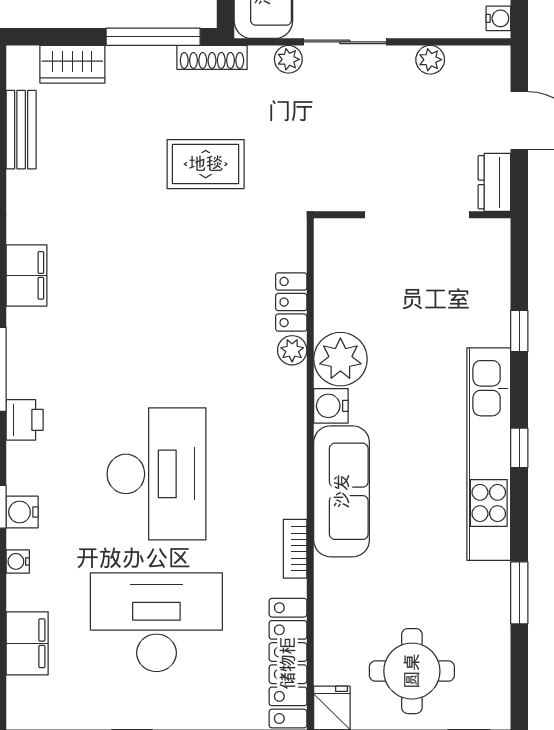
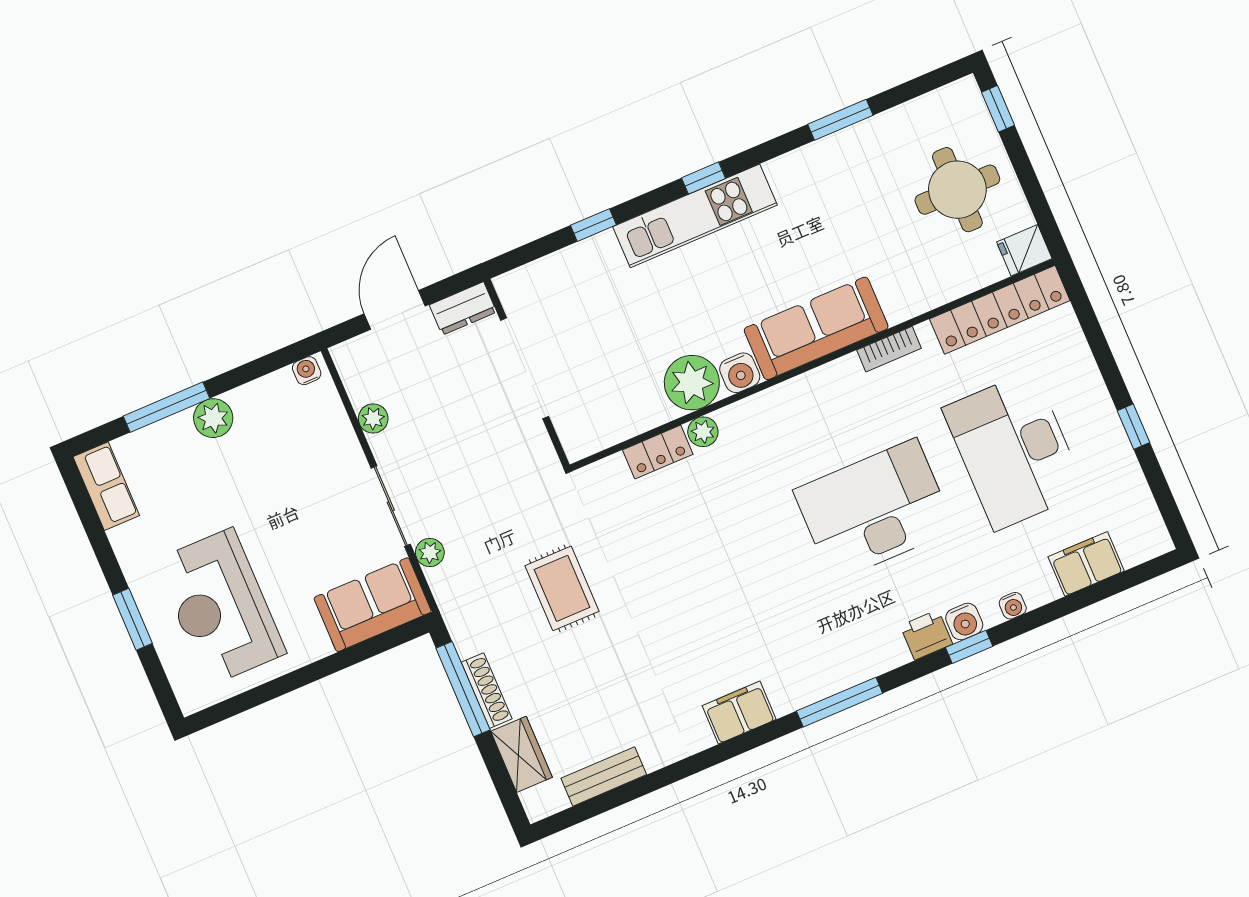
shoe rack: (212, 57) -> (487, 691), moved
printer: (25, 420) -> (926, 635), moved
kitchen unit: (489, 454) -> (695, 216), width x0.73

